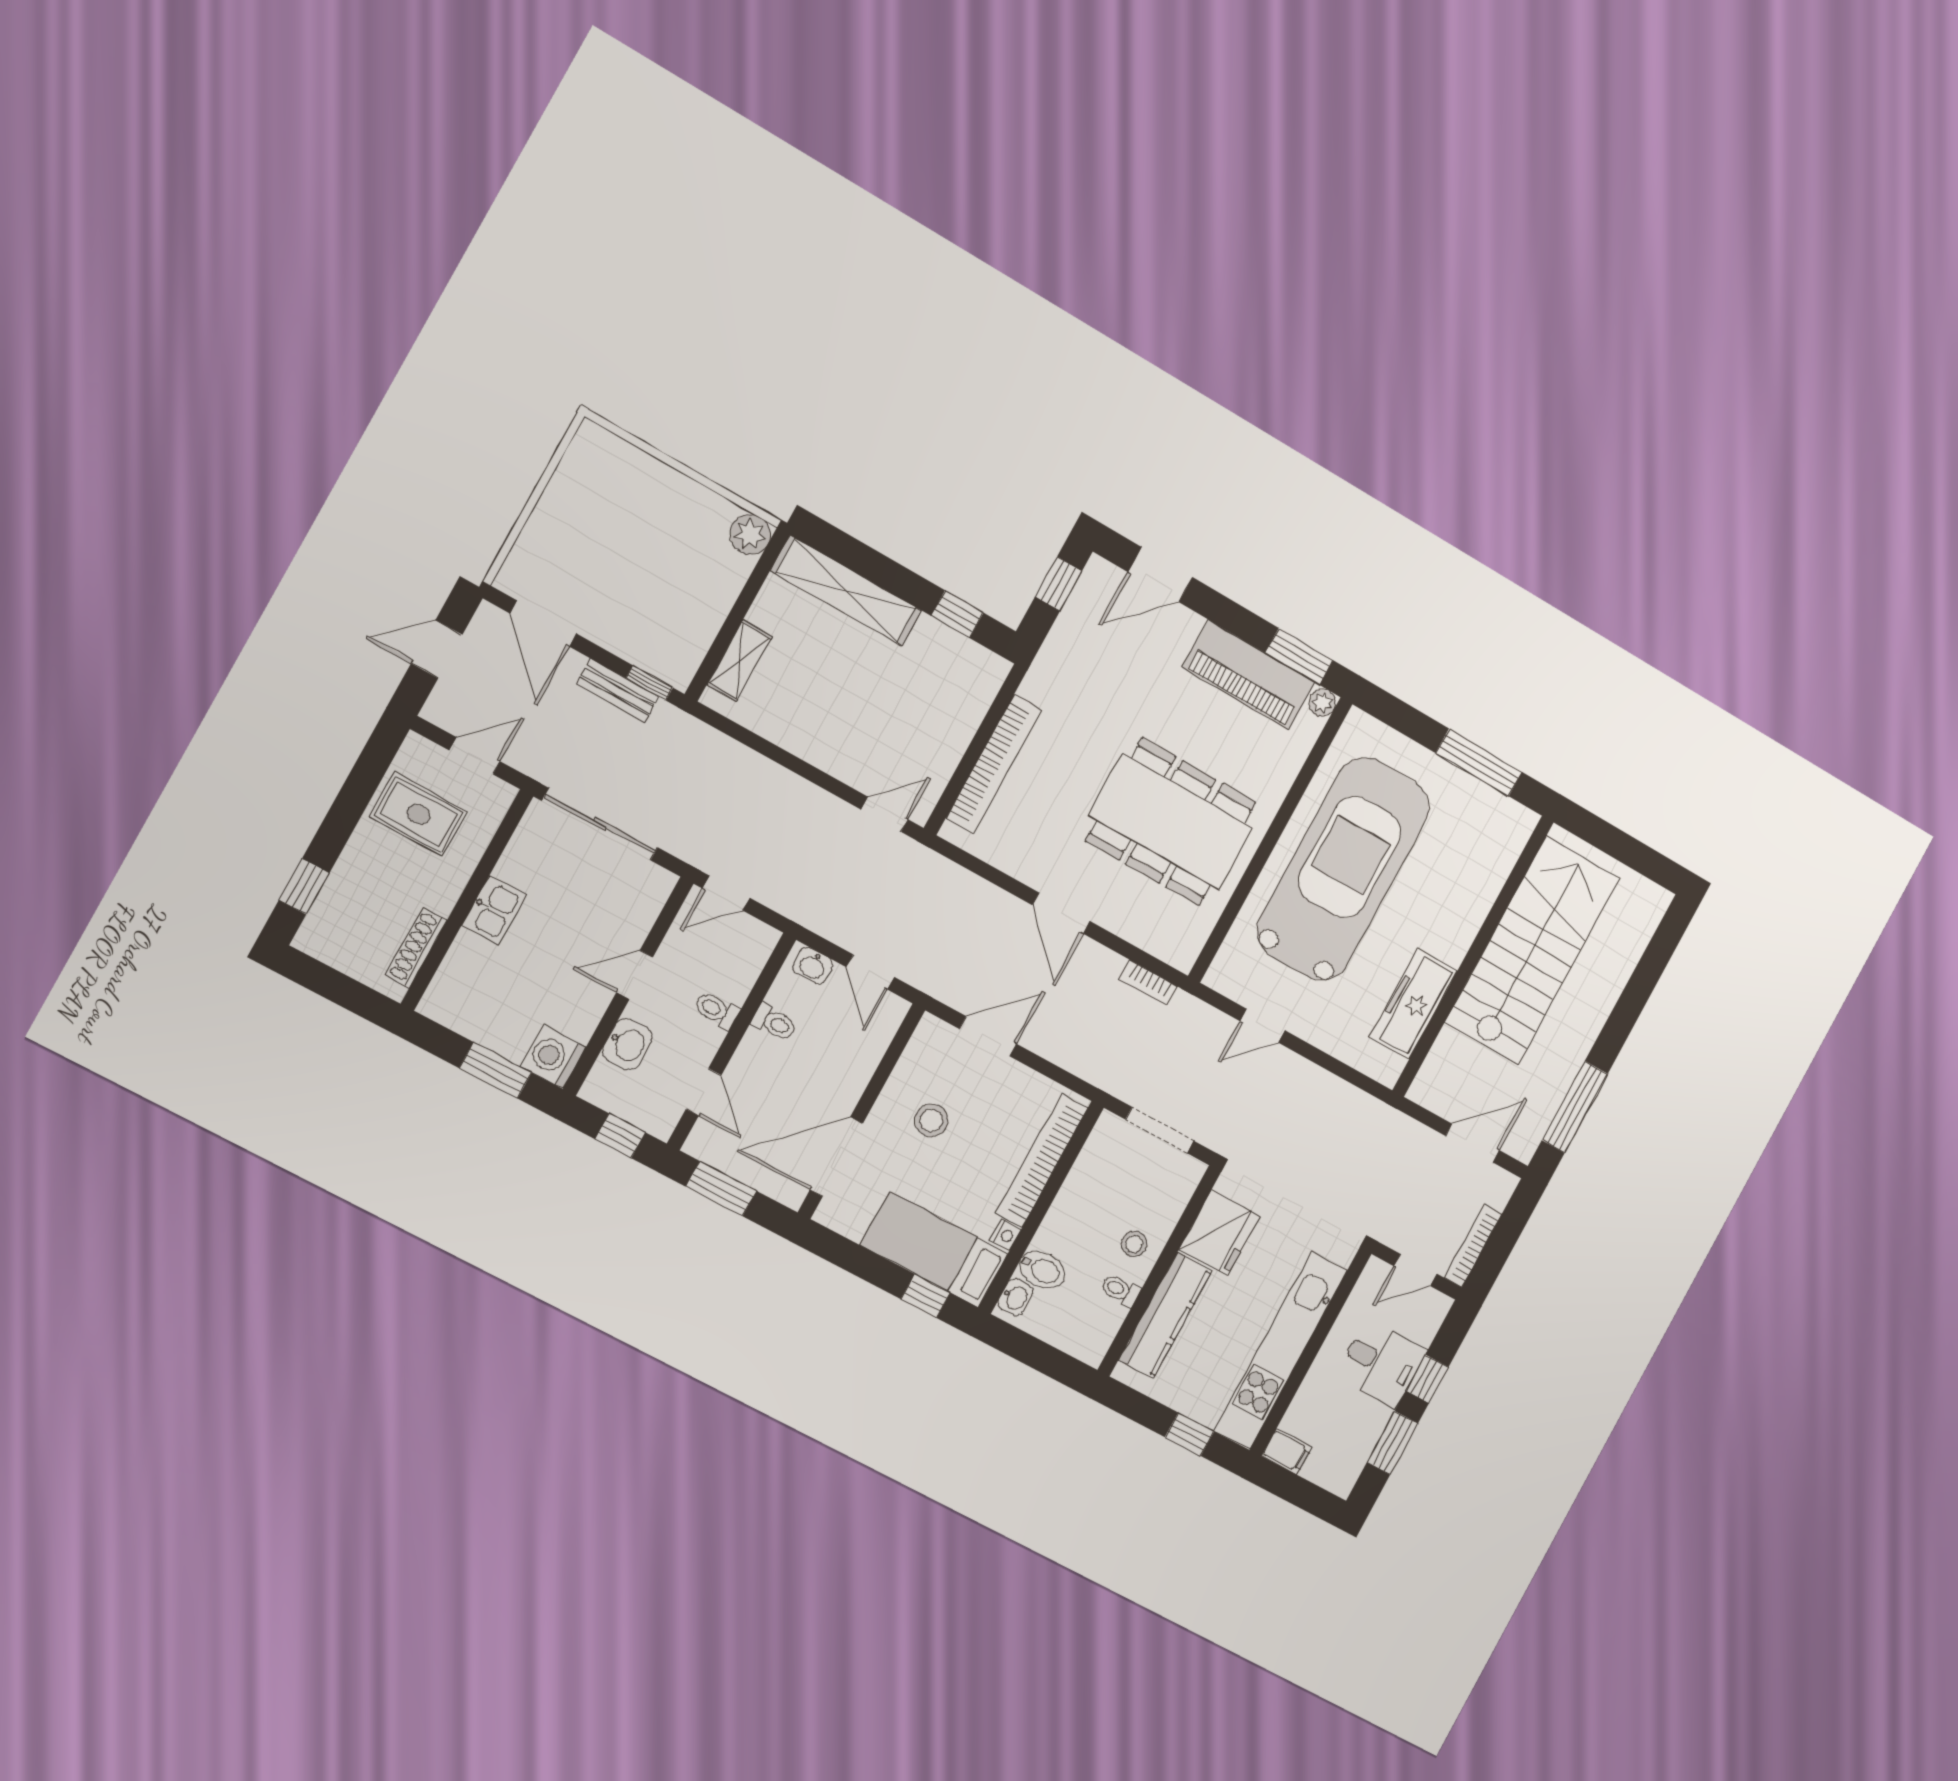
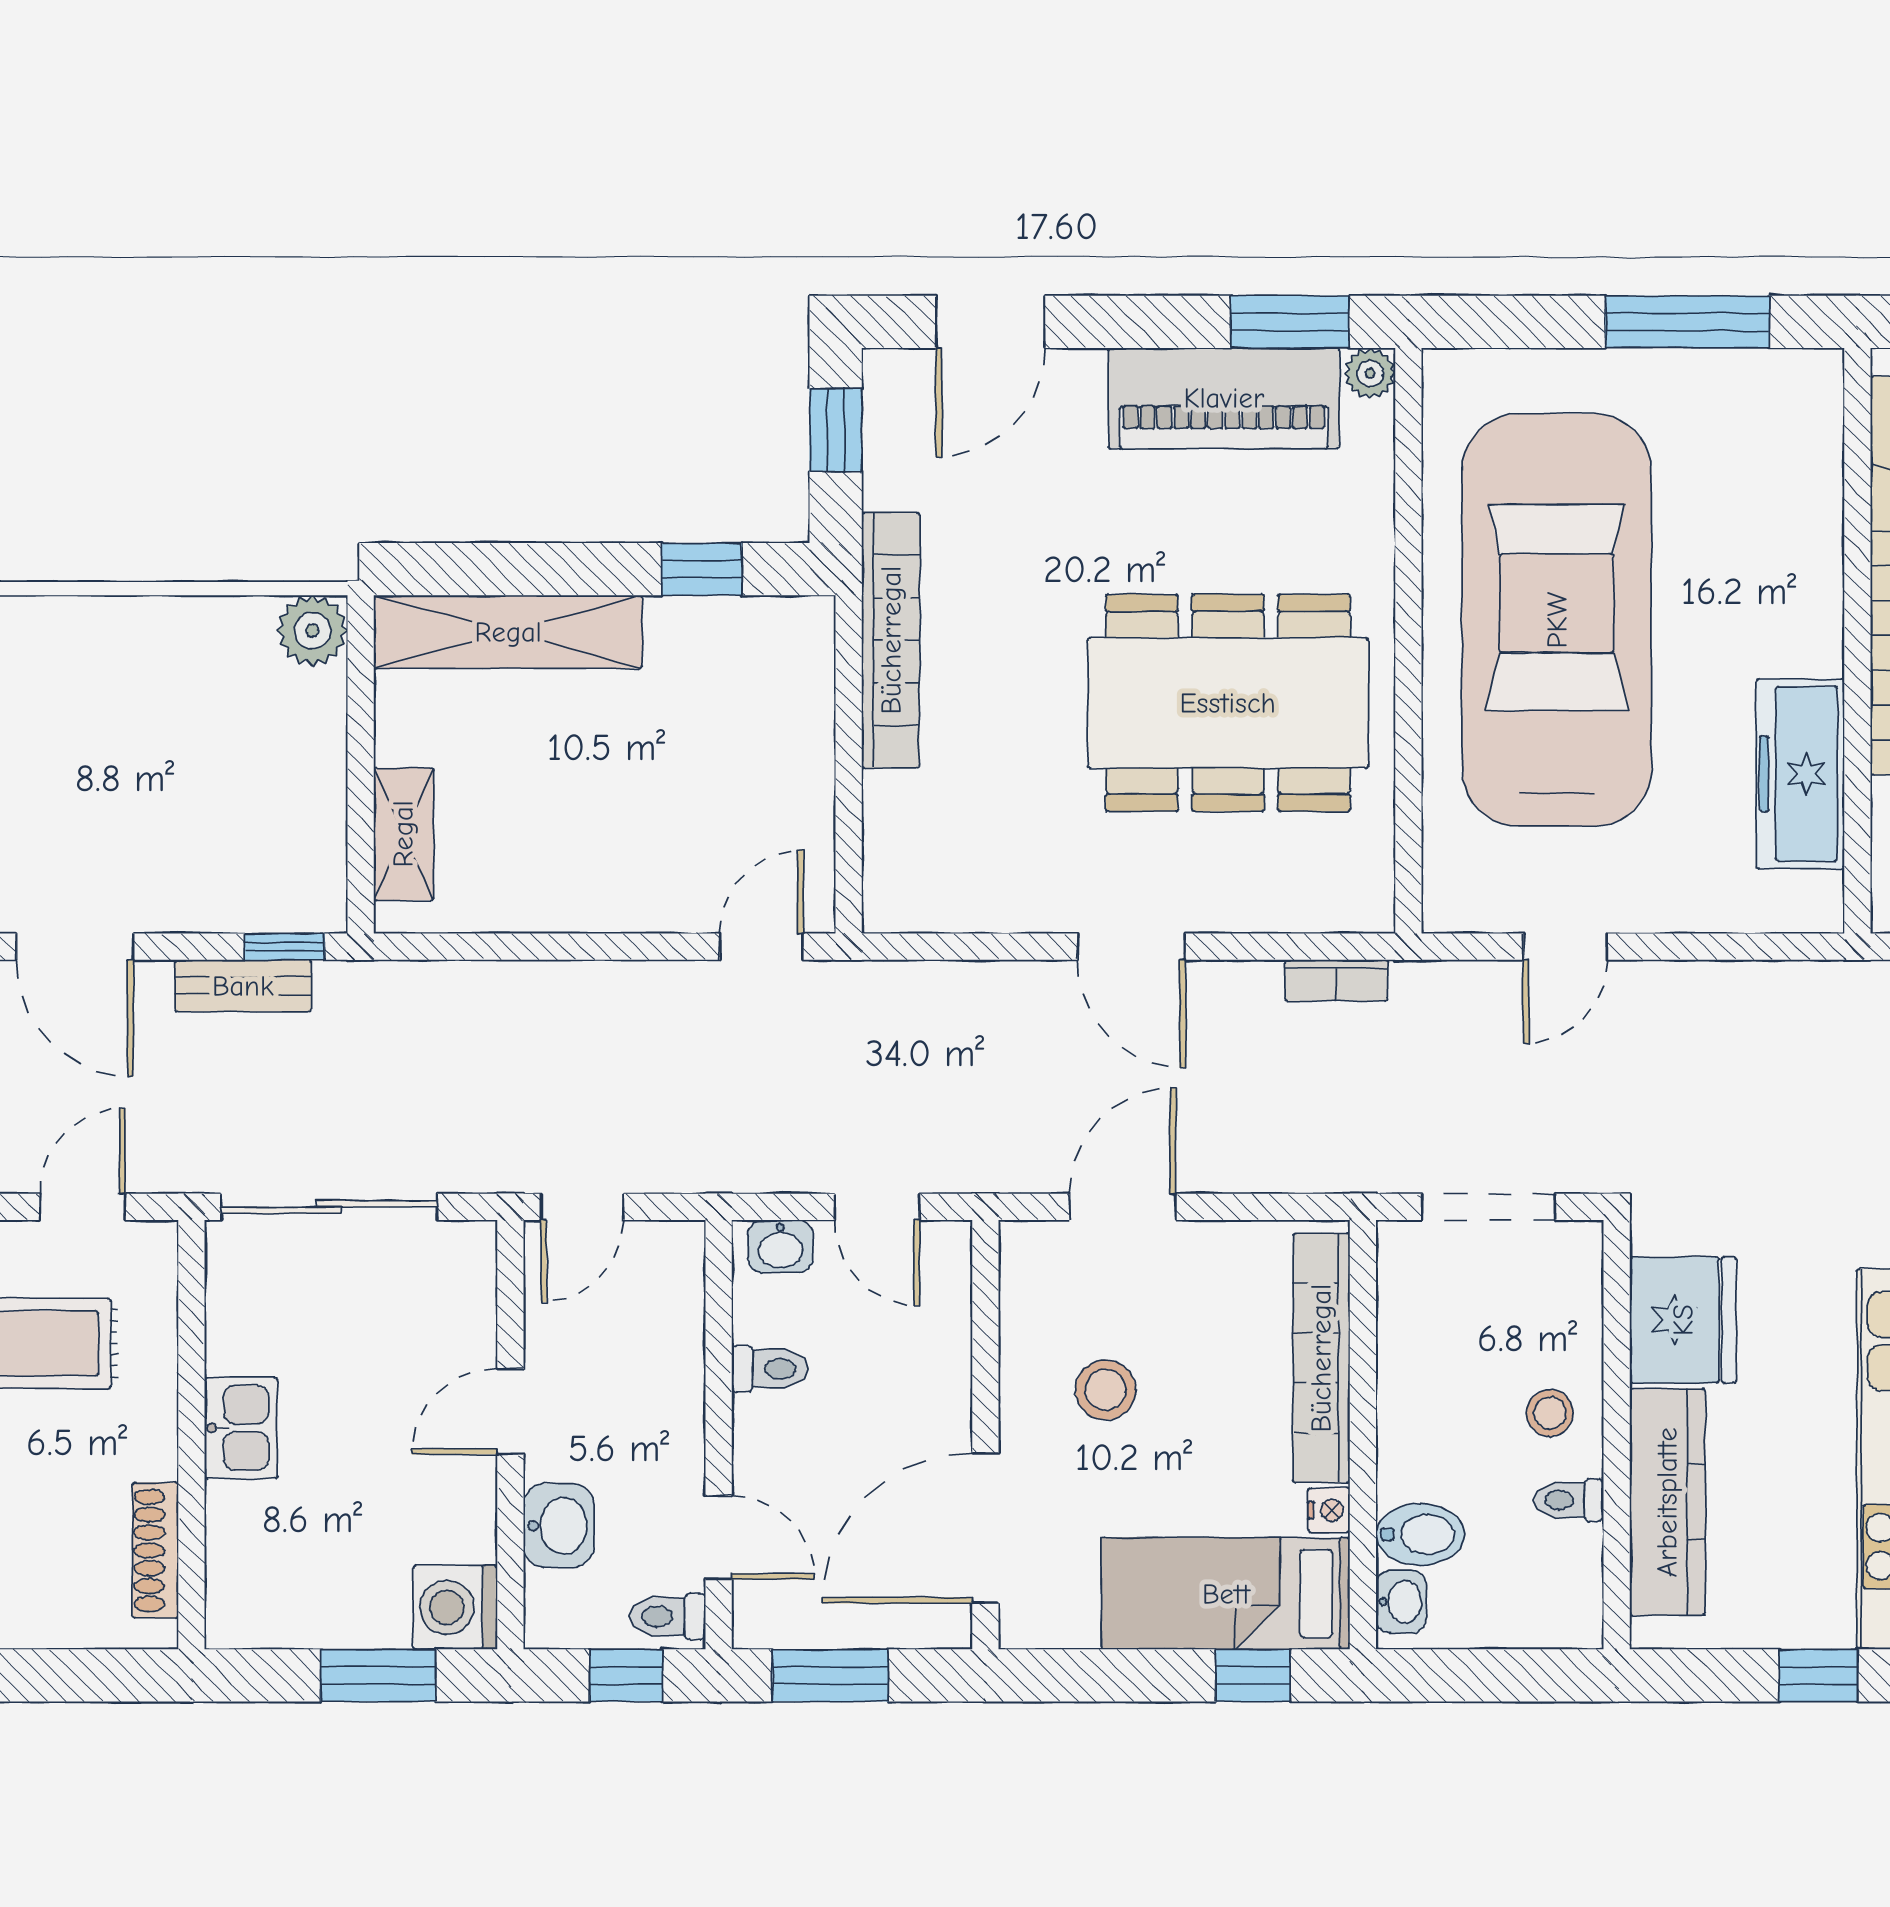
bookcase: (994, 764) -> (891, 640), moved
toilet: (716, 1010) -> (668, 1617), moved

